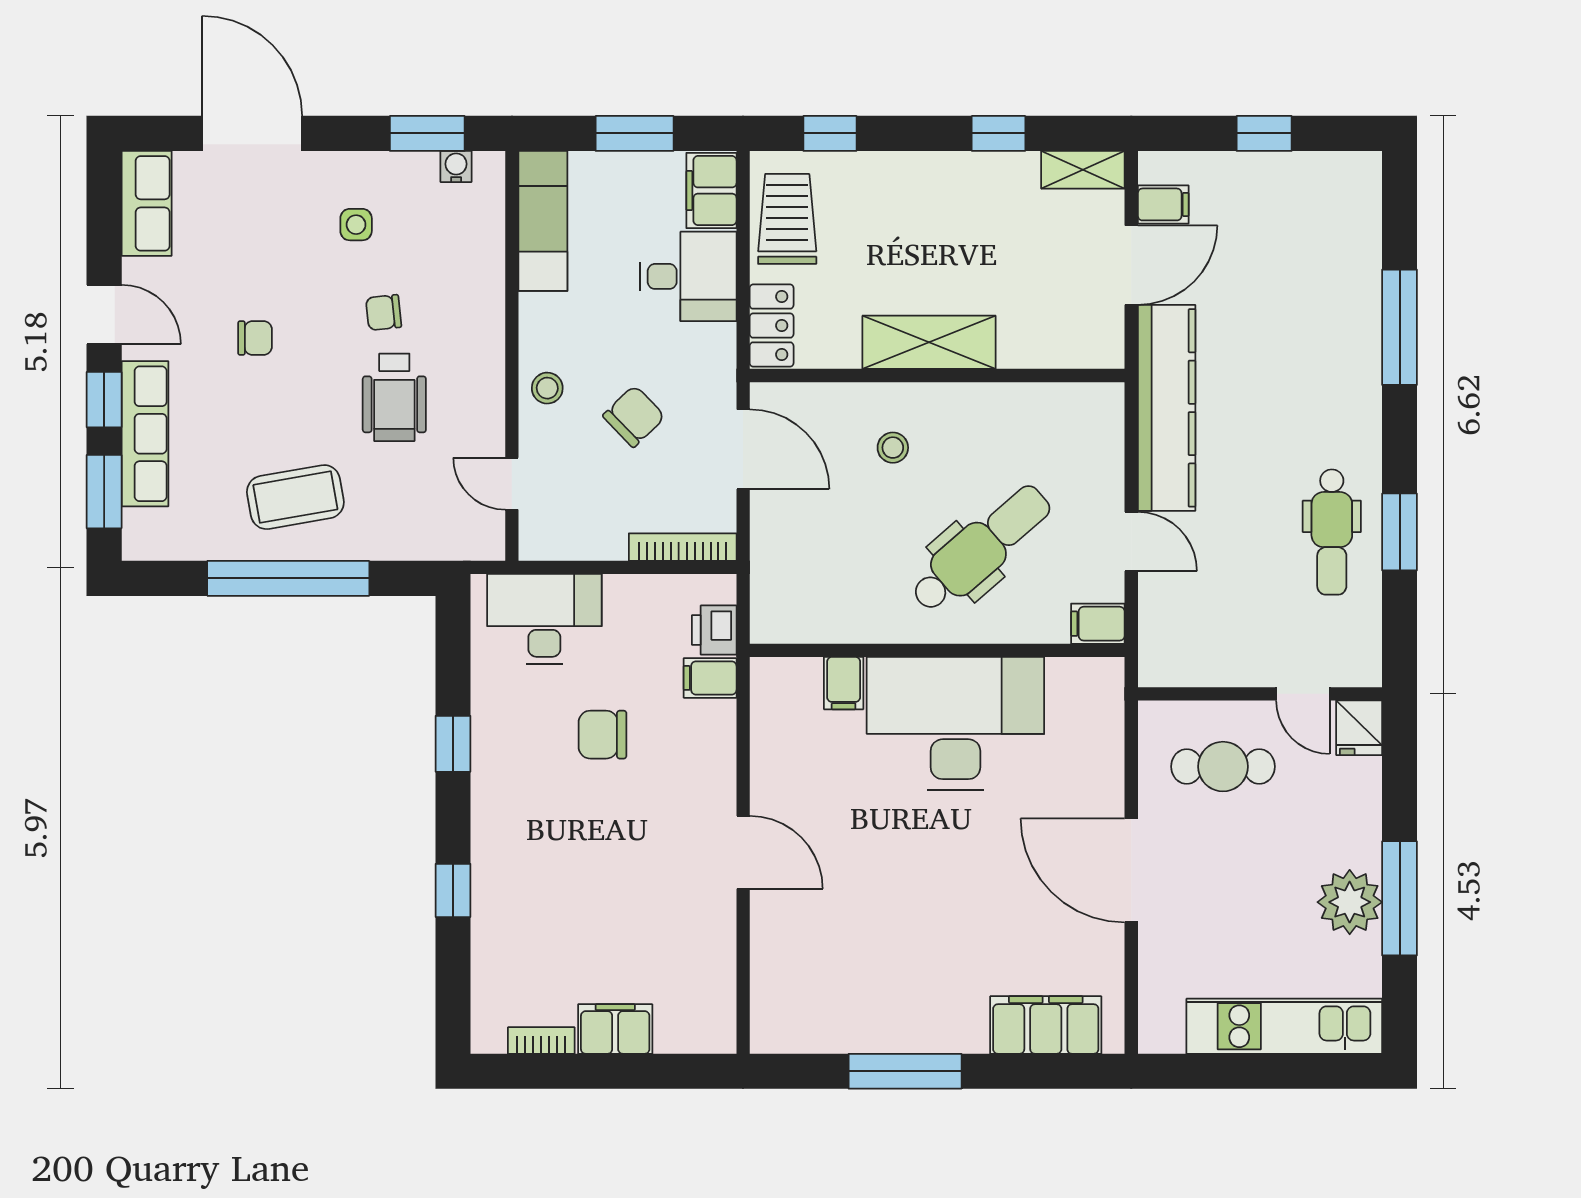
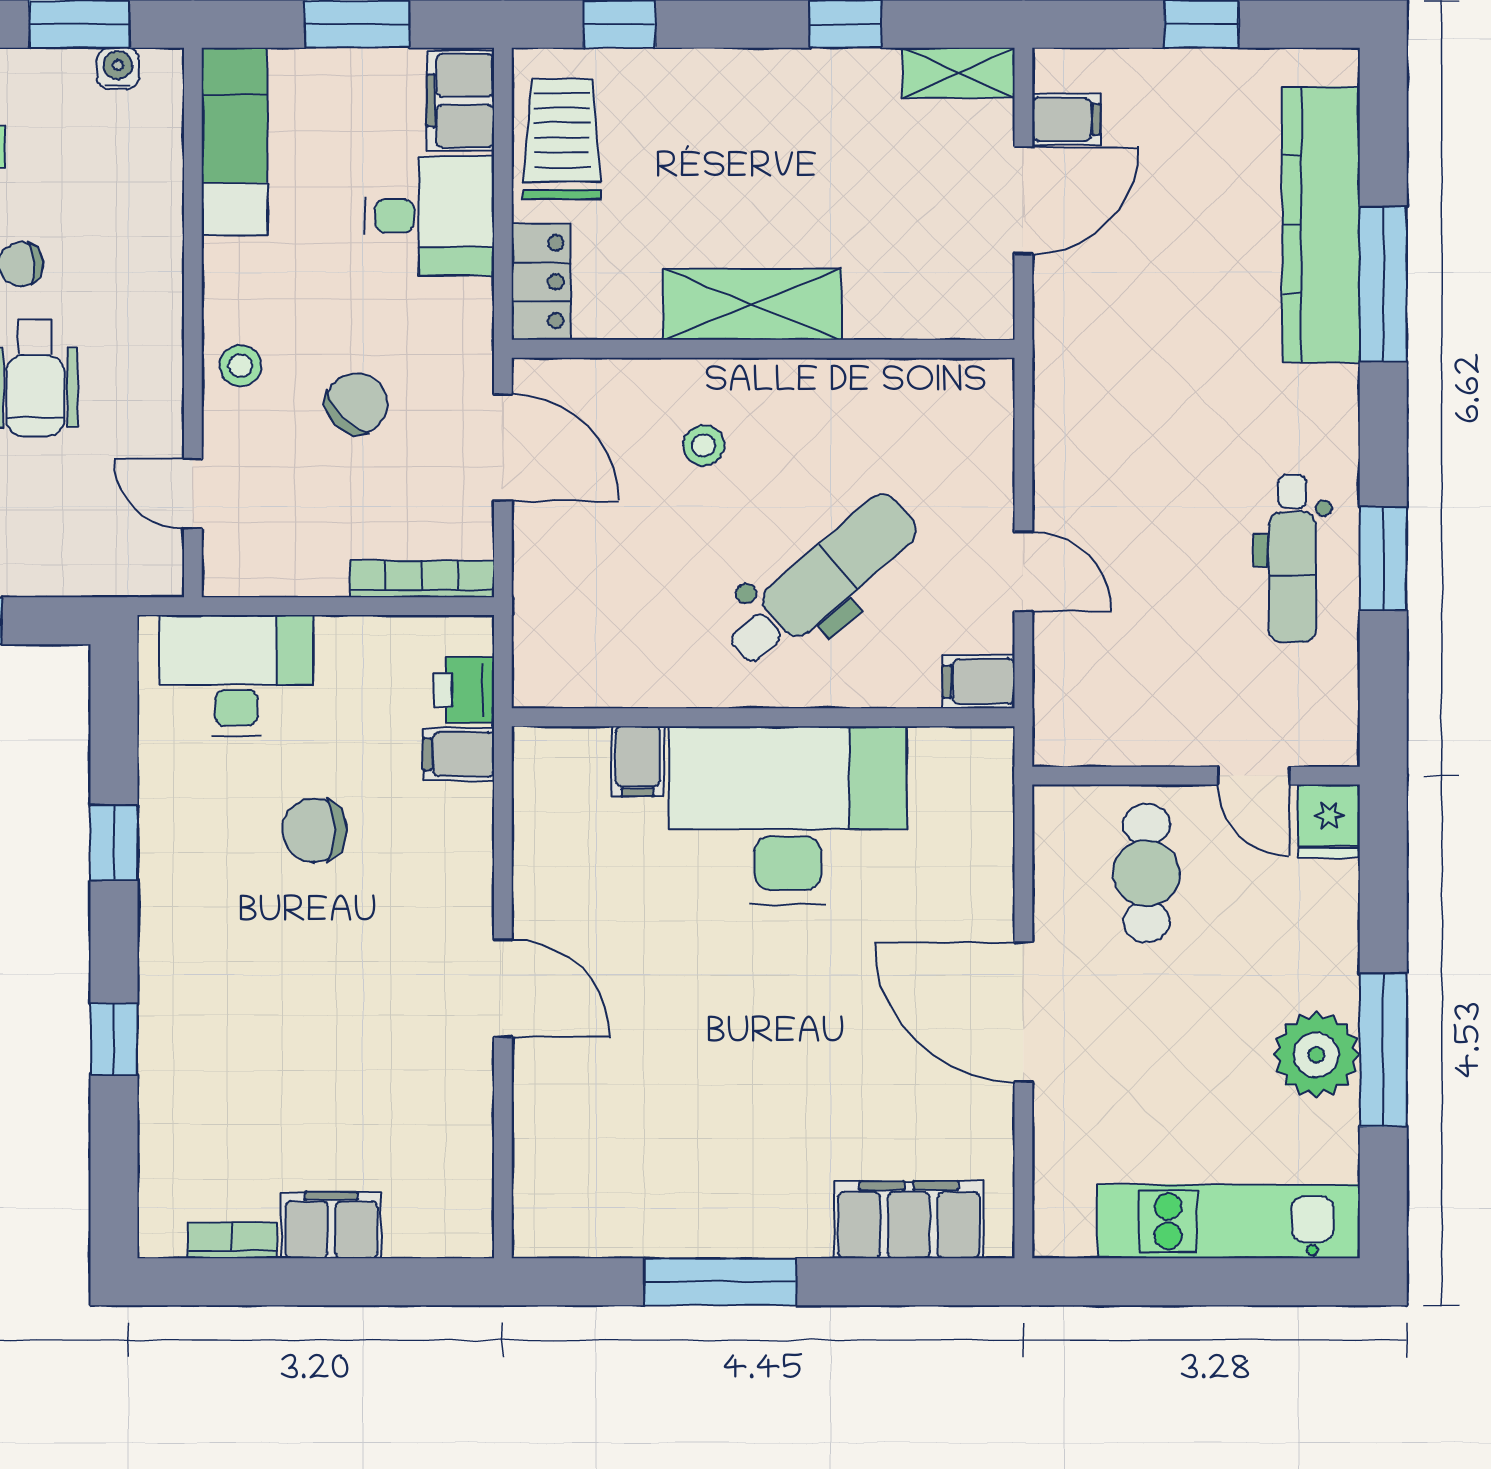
kitchen counter: (1167, 408) -> (1321, 225), moved, turned 180
cafe table: (1223, 767) -> (1146, 873), turned 90

